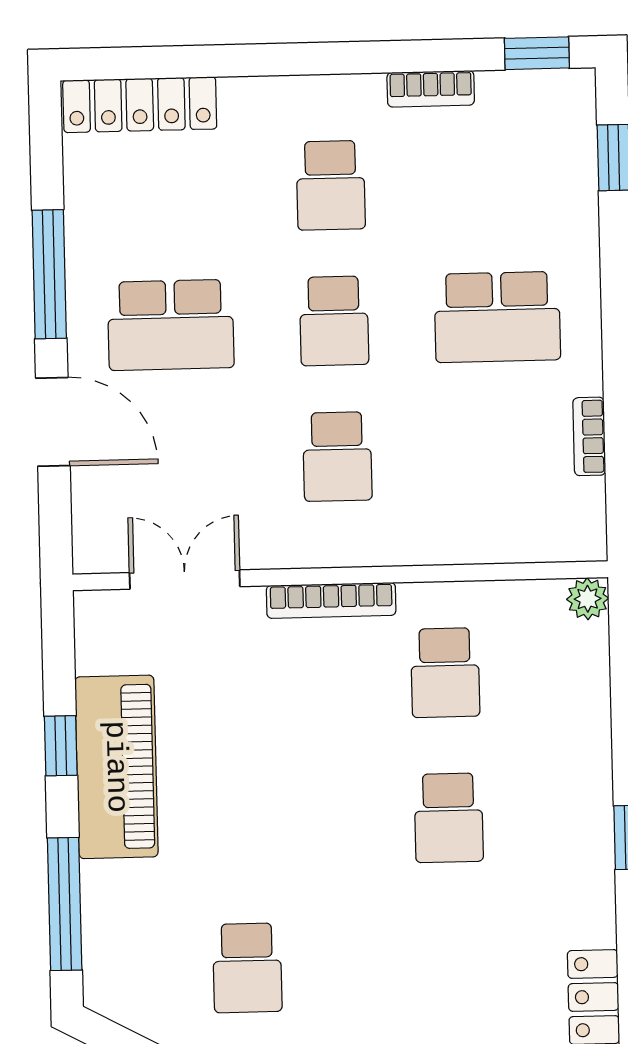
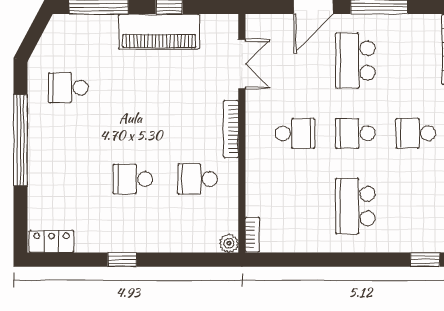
bookcase: (589, 436) -> (252, 235), moved, turned 90
school desk: (337, 457) -> (295, 133), turned 180

